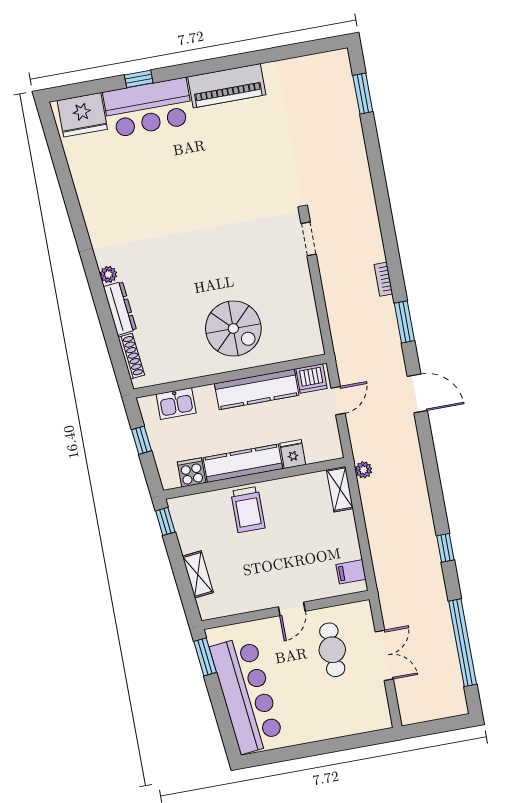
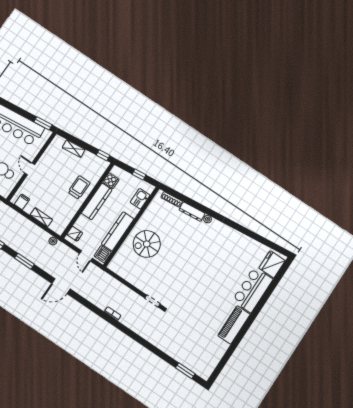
window: (139, 79) -> (266, 296), removed
window: (404, 322) -> (24, 261), moved
fridge: (293, 454) -> (75, 234), moved
shelving: (340, 489) -> (41, 217), moved
trolley: (248, 510) -> (79, 187), turned 90

